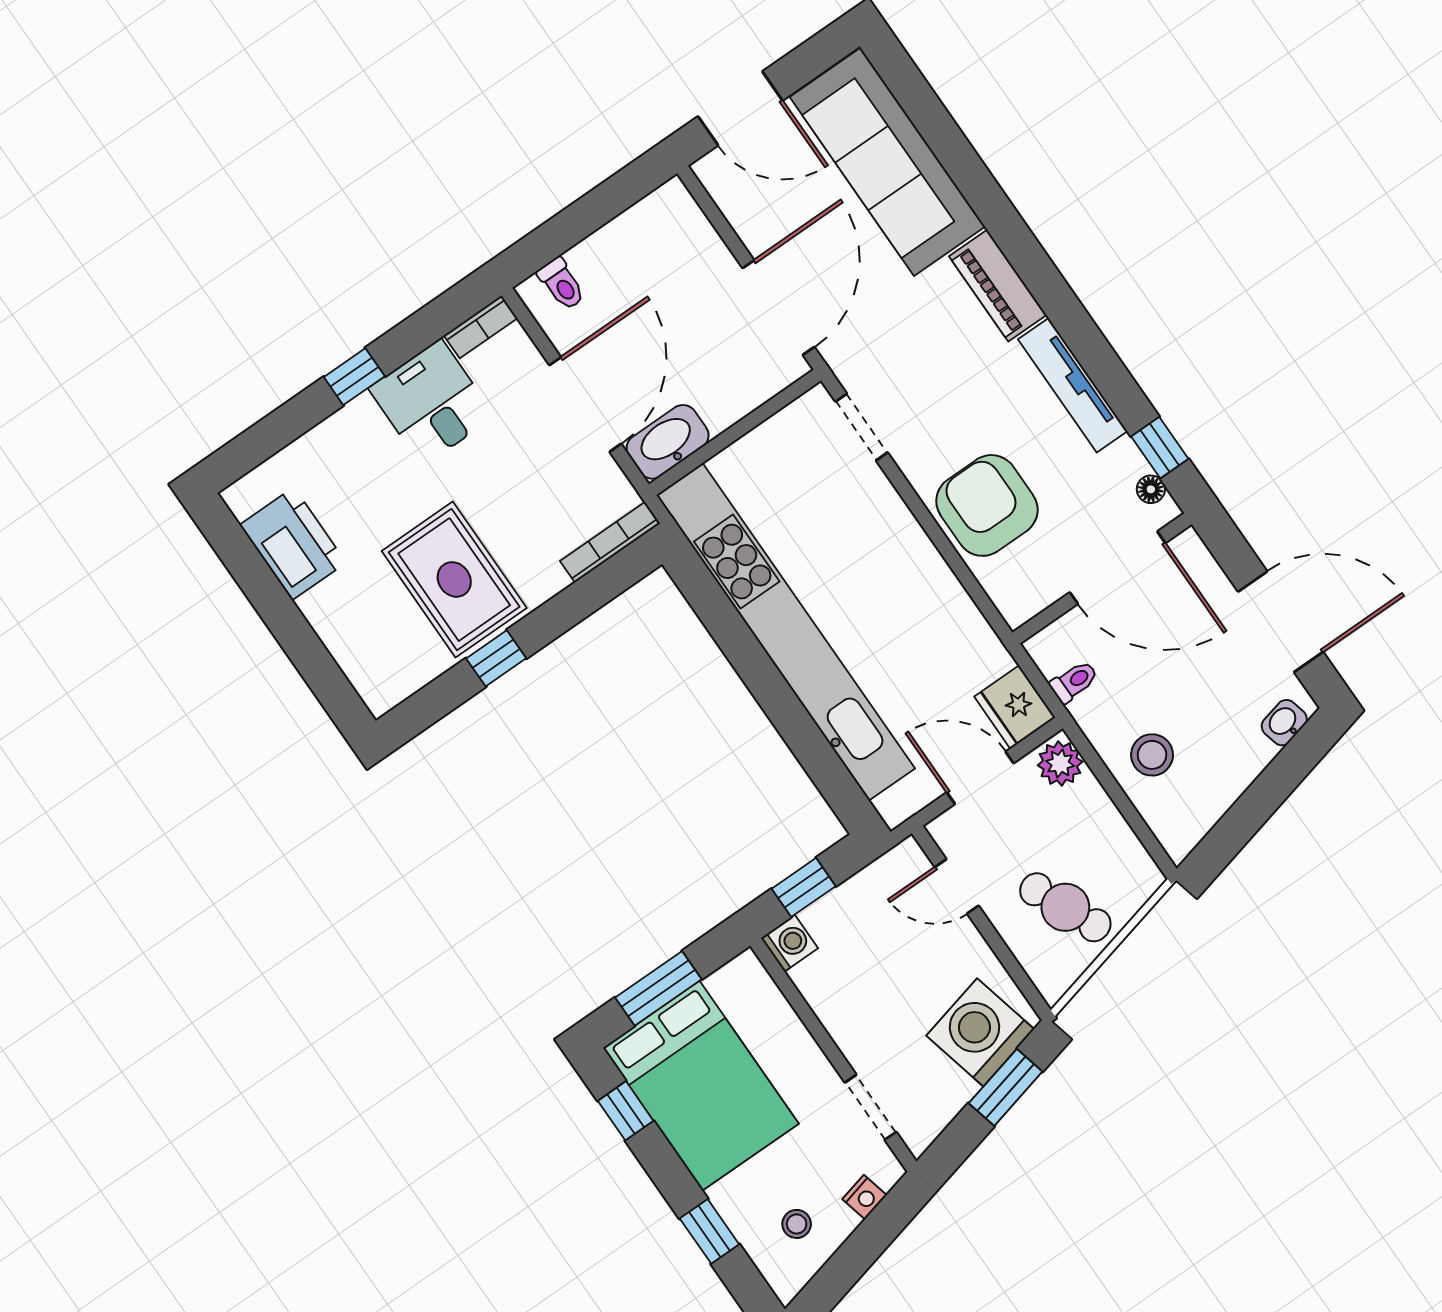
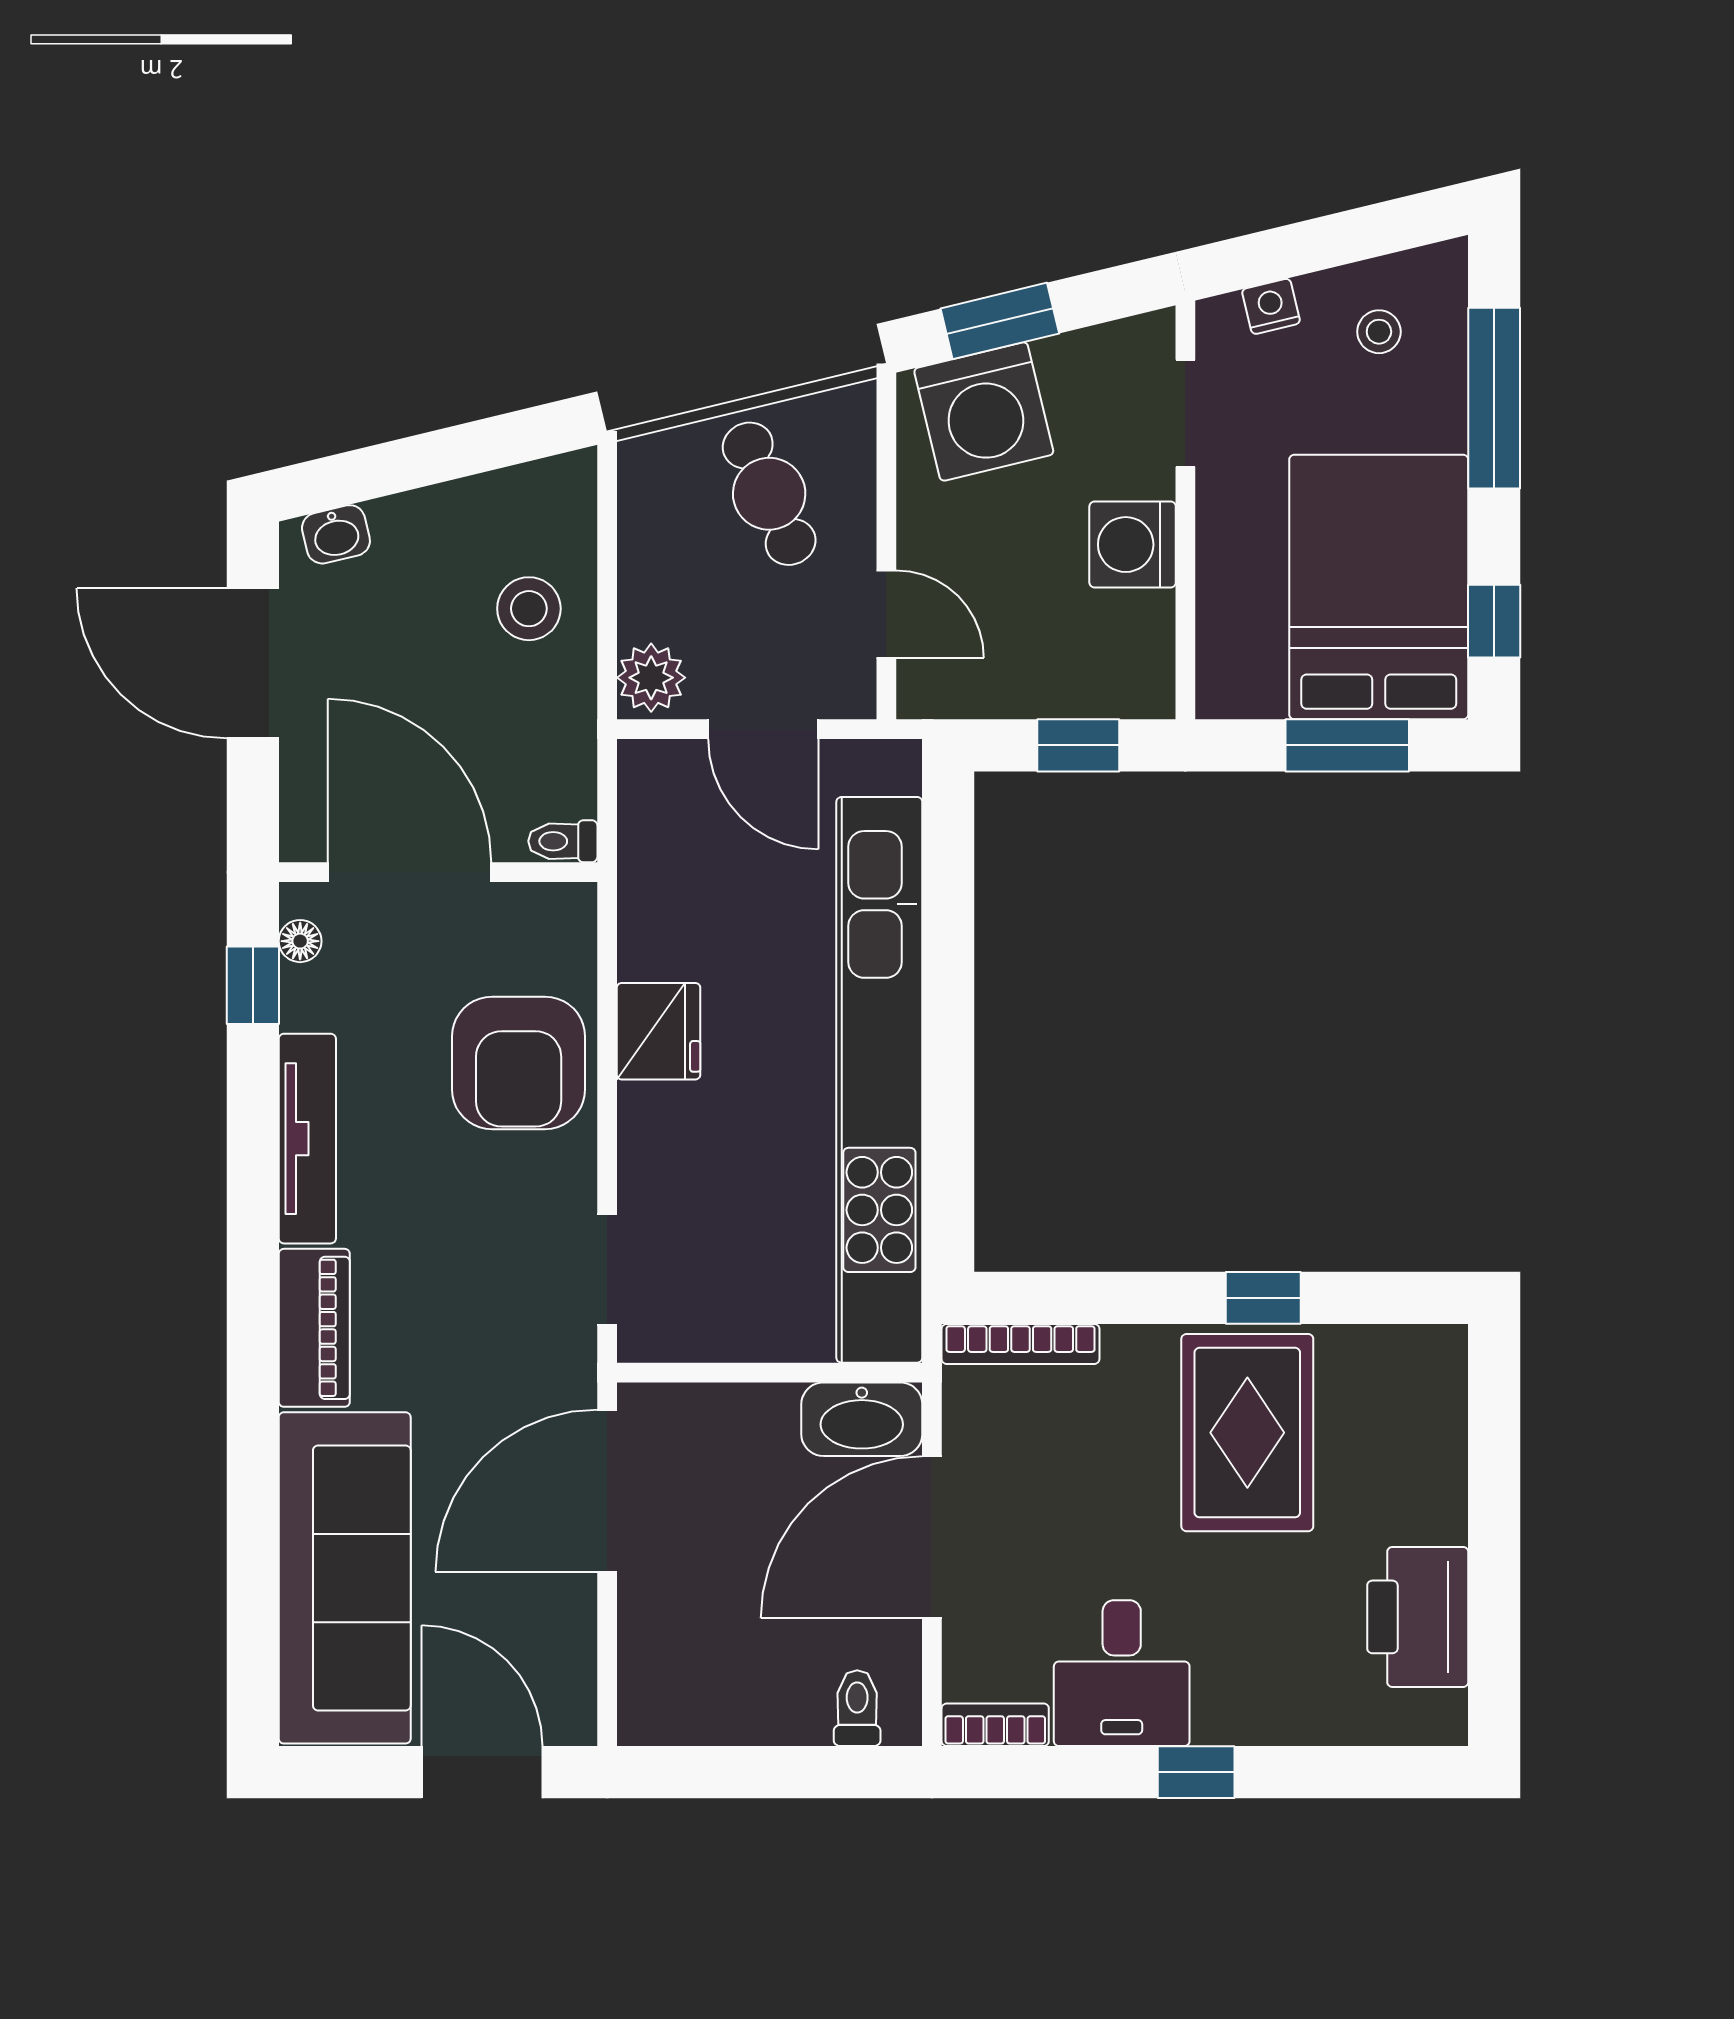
toilet: (1074, 682) -> (563, 841), moved
fridge: (1015, 707) -> (659, 1031), moved
washing machine: (789, 943) -> (1133, 545), moved, width x1.38, depth x1.38
window: (709, 1231) -> (1494, 398), width x2.17

